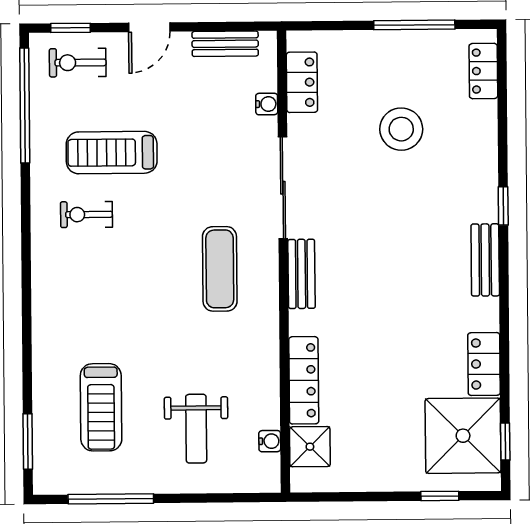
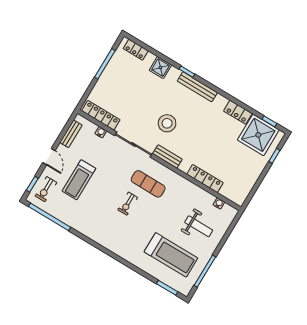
locker: (302, 82) -> (101, 115), width x1.53
stool: (401, 129) -> (167, 123), moved
treadmill: (112, 153) -> (79, 180), moved
exercise bike: (86, 214) -> (128, 204), moved
bench: (485, 260) -> (197, 87), width x1.36
treadmill: (101, 407) -> (171, 255), width x1.37, depth x1.38
shower: (310, 447) -> (160, 68), moved

